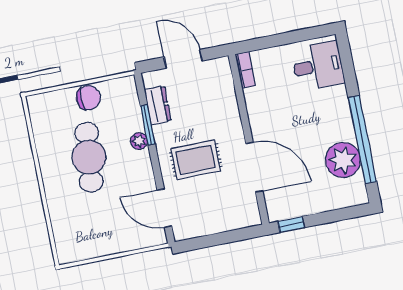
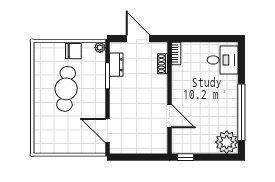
shoe rack: (228, 90) -> (162, 64), added
plant: (139, 141) -> (100, 48), moved
rug: (196, 160) -> (133, 104), removed
plant: (343, 160) -> (227, 142), moved
door: (254, 167) -> (169, 116), width x0.73

